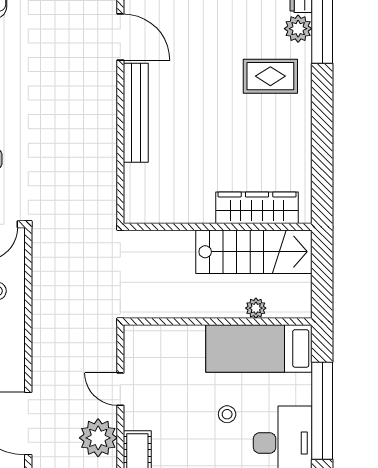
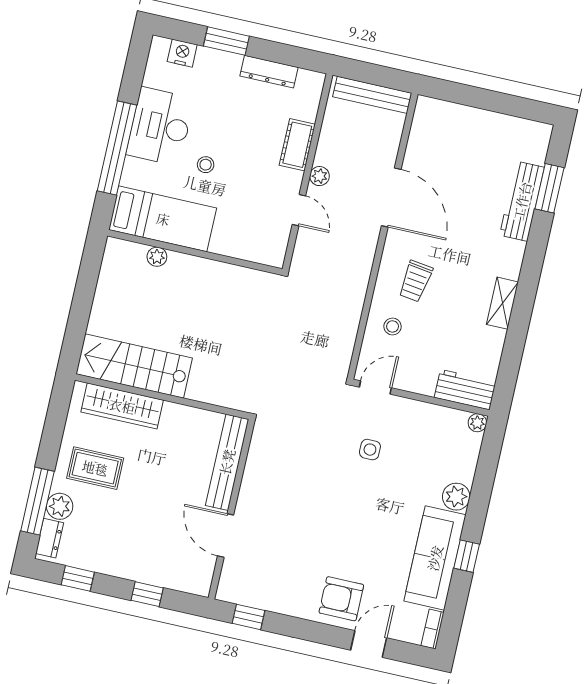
wardrobe: (257, 208) -> (122, 406), moved
wall: (218, 227) -> (162, 397), moved
stairs: (254, 252) -> (134, 366), moved
plant: (98, 438) -> (320, 176), width x0.53, depth x0.53

